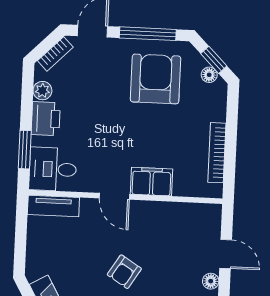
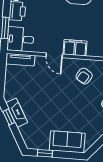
armchair: (124, 272) -> (84, 76), moved

